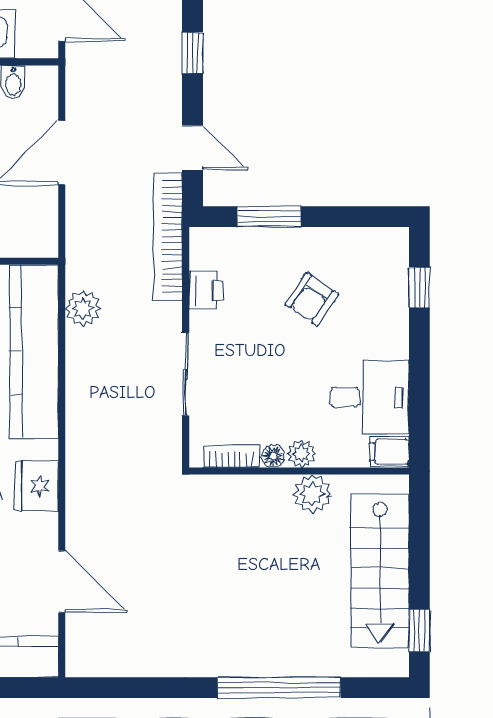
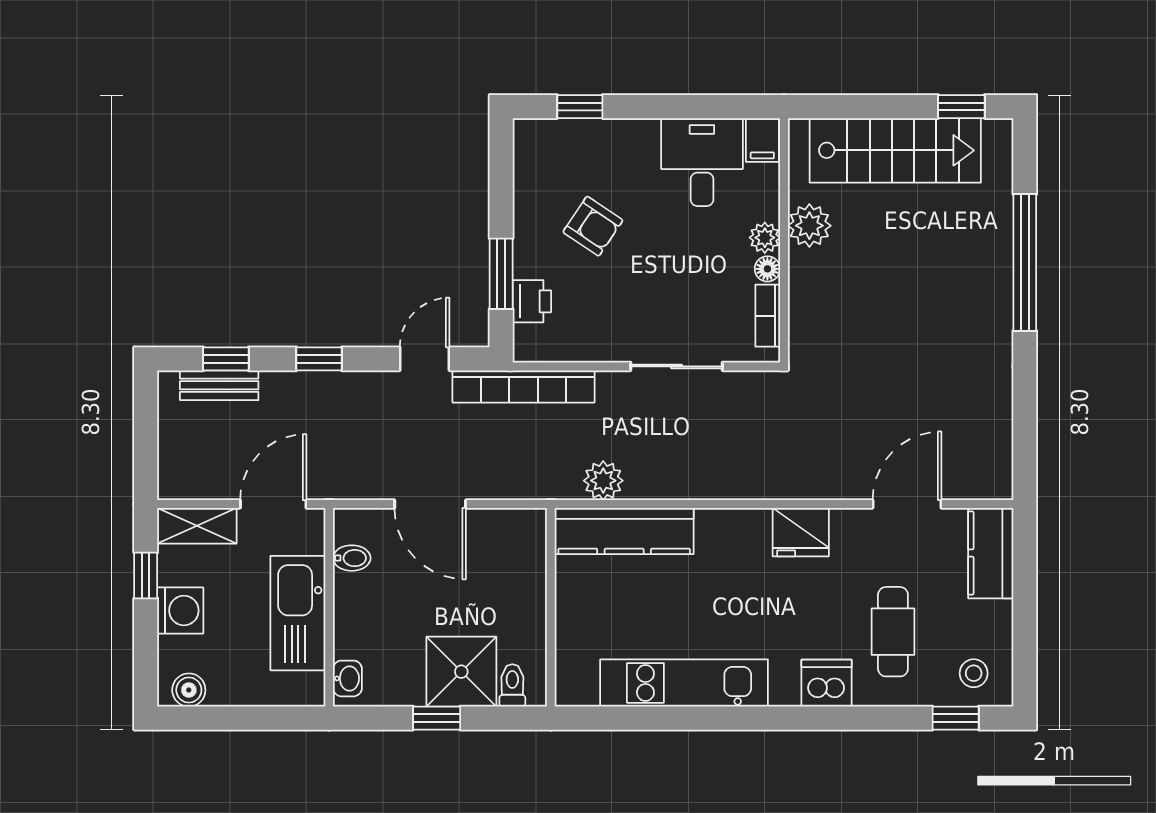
printer: (206, 290) -> (532, 301), moved, turned 90
kitchen counter: (34, 351) -> (624, 531), width x0.72, depth x0.86

